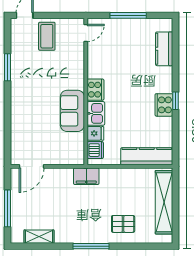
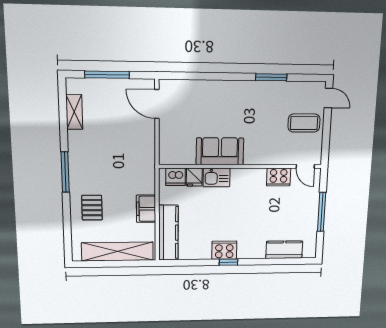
cooker: (96, 90) -> (279, 177), moved
filing cabinet: (86, 176) -> (146, 209), moved

